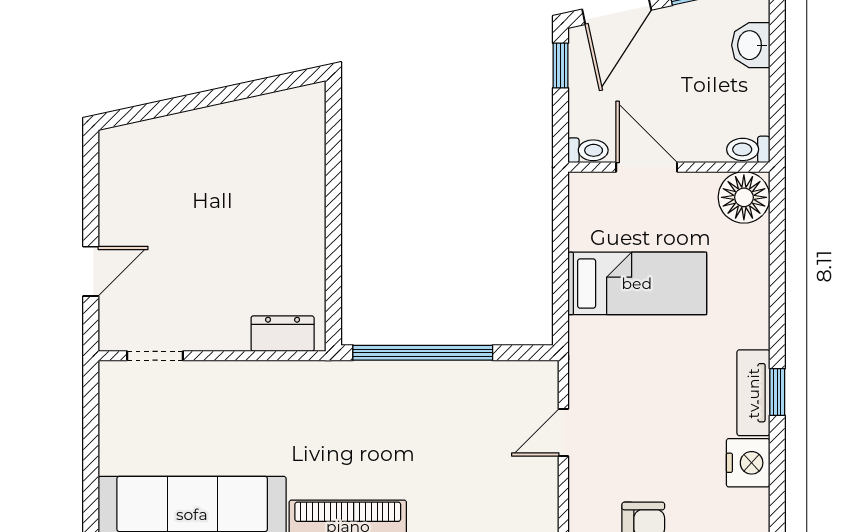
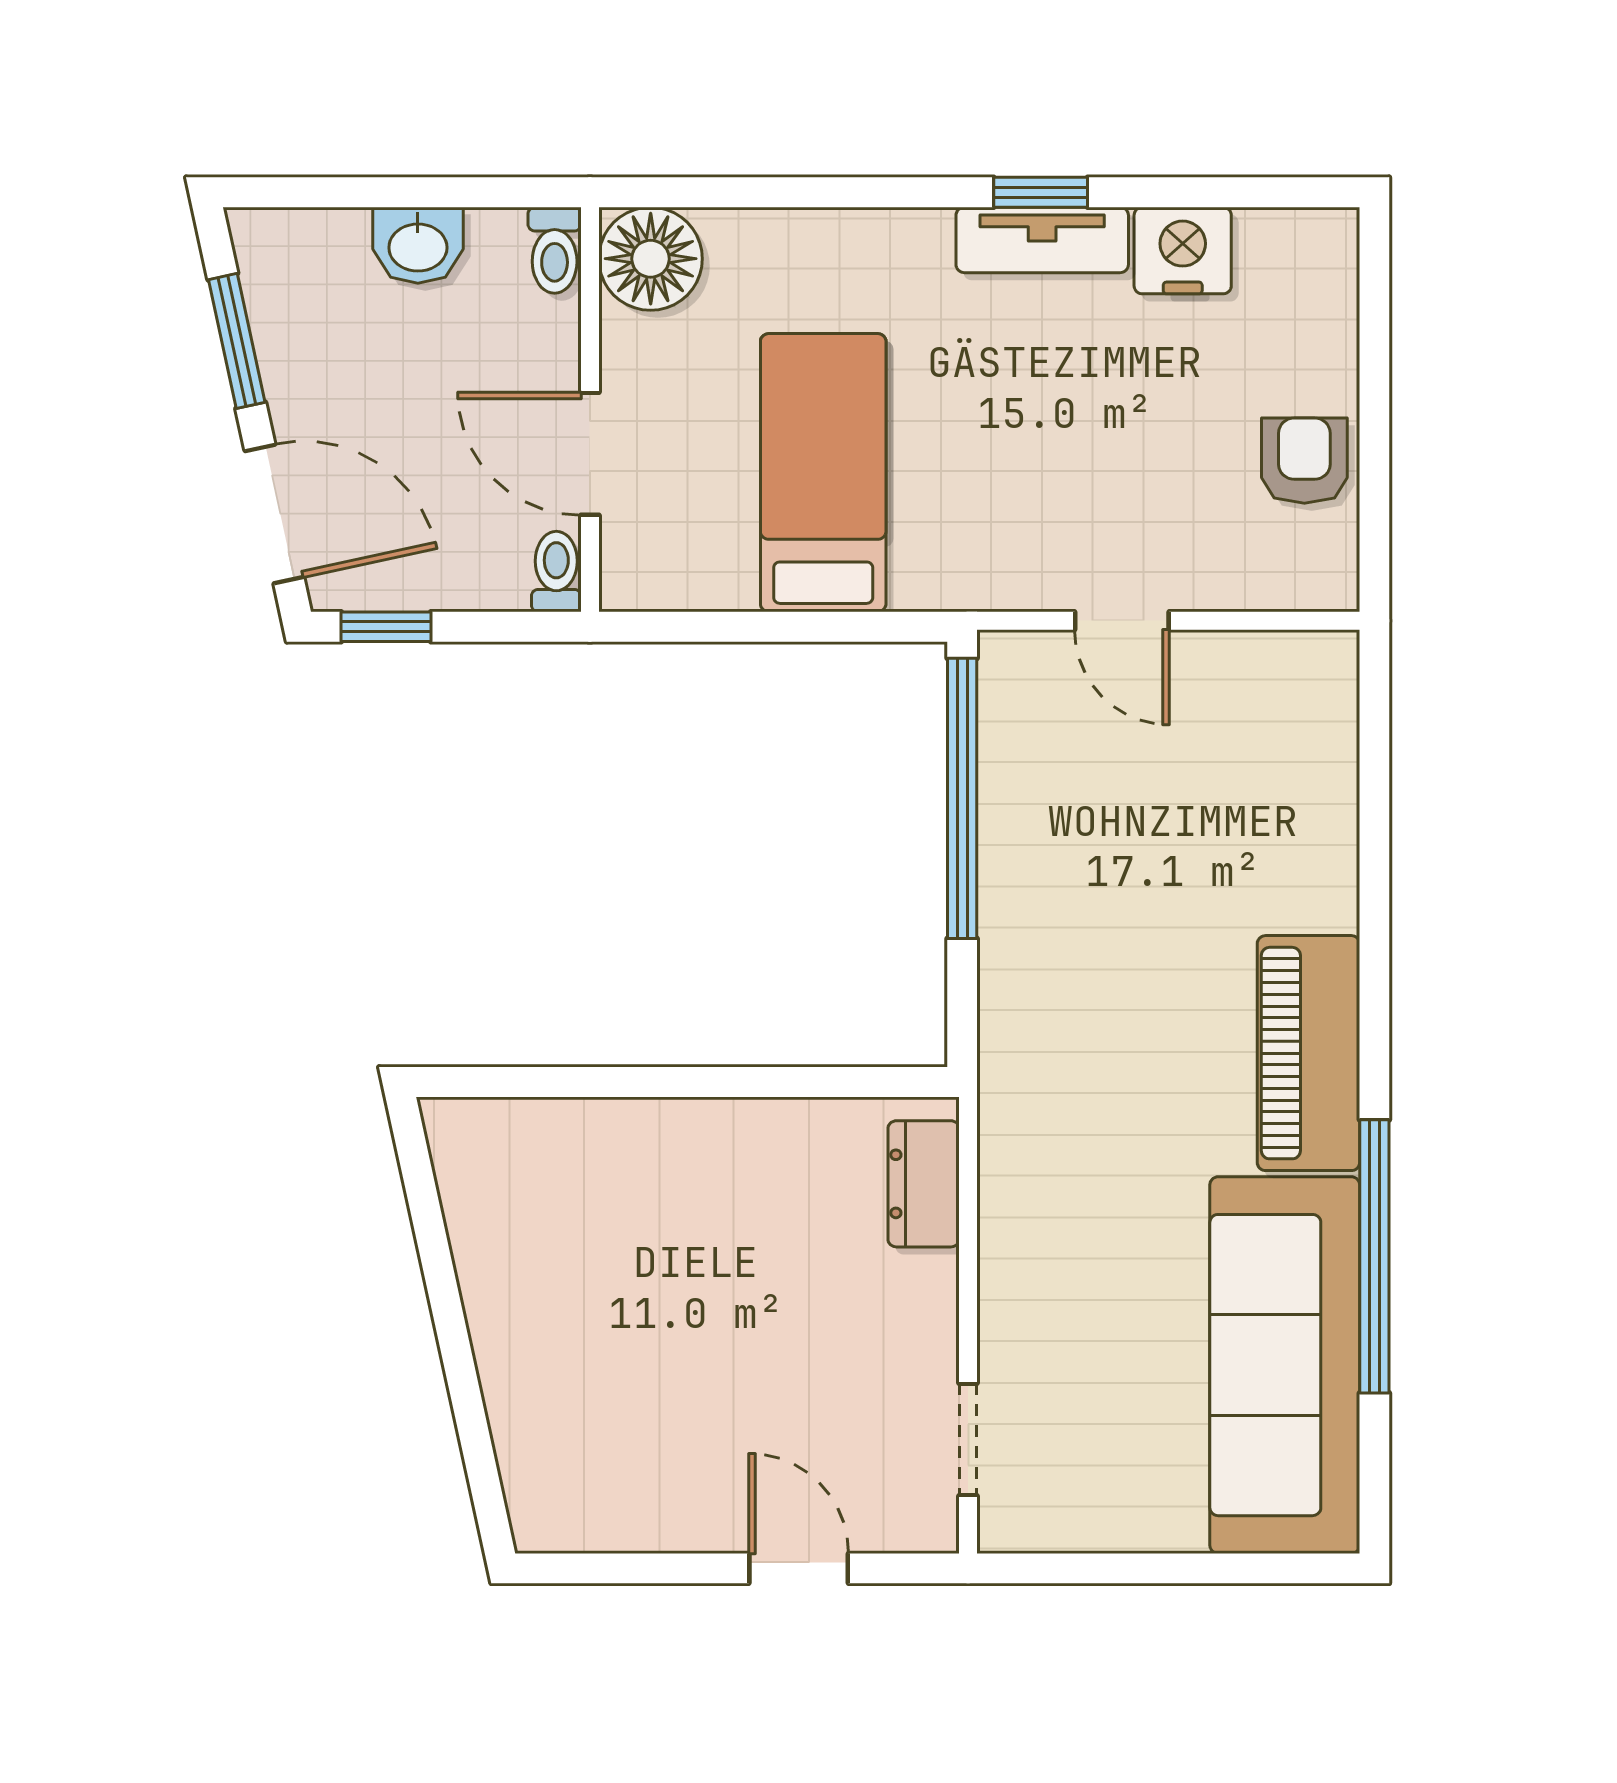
washbasin: (751, 45) -> (418, 245), moved
door: (647, 167) -> (590, 454), hinge flipped
window: (423, 353) -> (962, 798), moved

